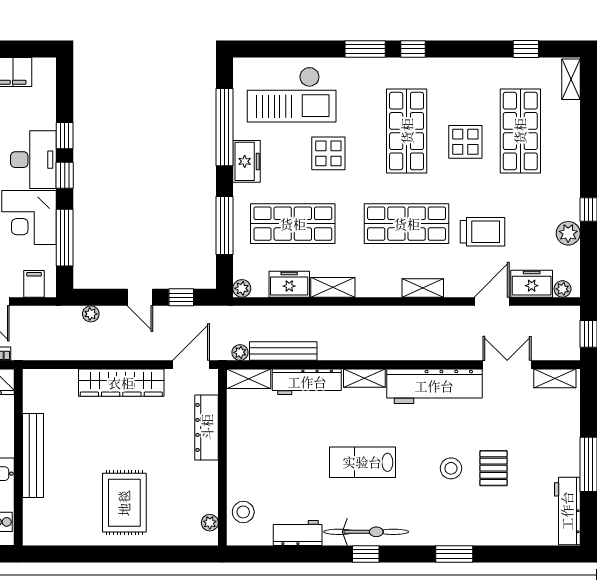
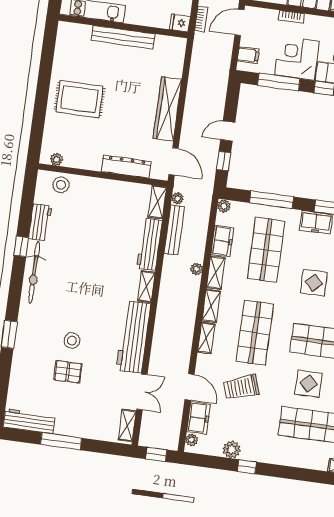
trolley: (482, 232) -> (241, 387), turned 71
shelving: (378, 287) -> (211, 306), added
plant: (91, 314) -> (196, 269), moved
lab bench: (362, 462) -> (85, 277), removed
window: (366, 554) -> (21, 246), moved

